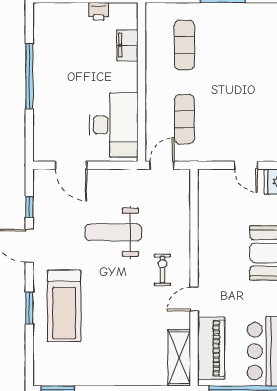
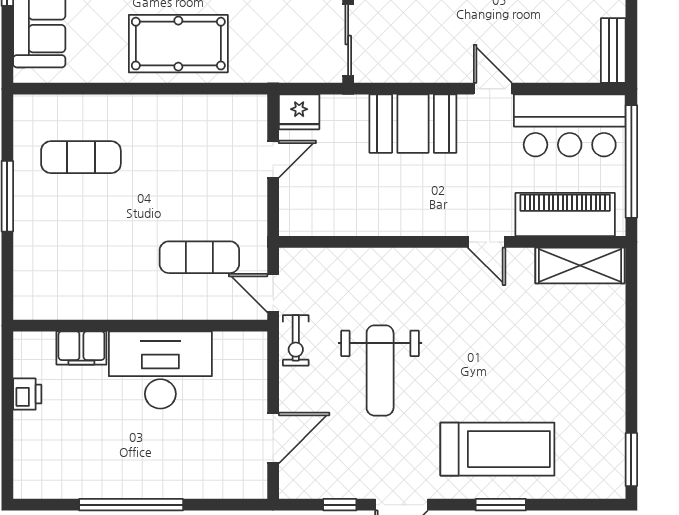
exercise mat: (184, 45) -> (81, 157), moved
desk: (114, 125) -> (160, 370), moved
exercise bike: (162, 270) -> (296, 340), moved, turned -90

